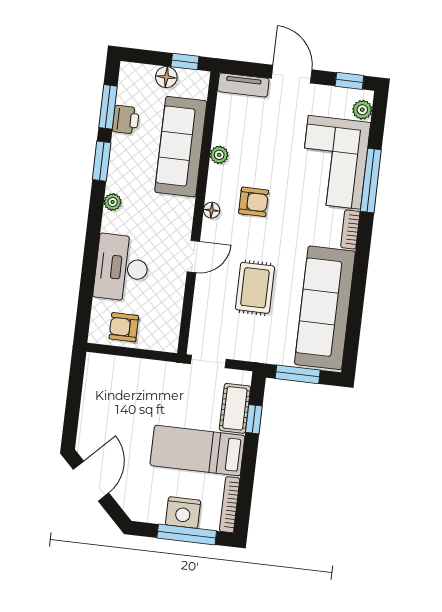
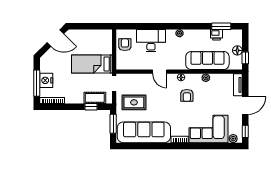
window: (102, 161) -> (197, 26), removed
window: (371, 181) -> (202, 146), removed
rug: (255, 288) -> (134, 102), moved
bed: (197, 451) -> (92, 64), moved, turned -90

